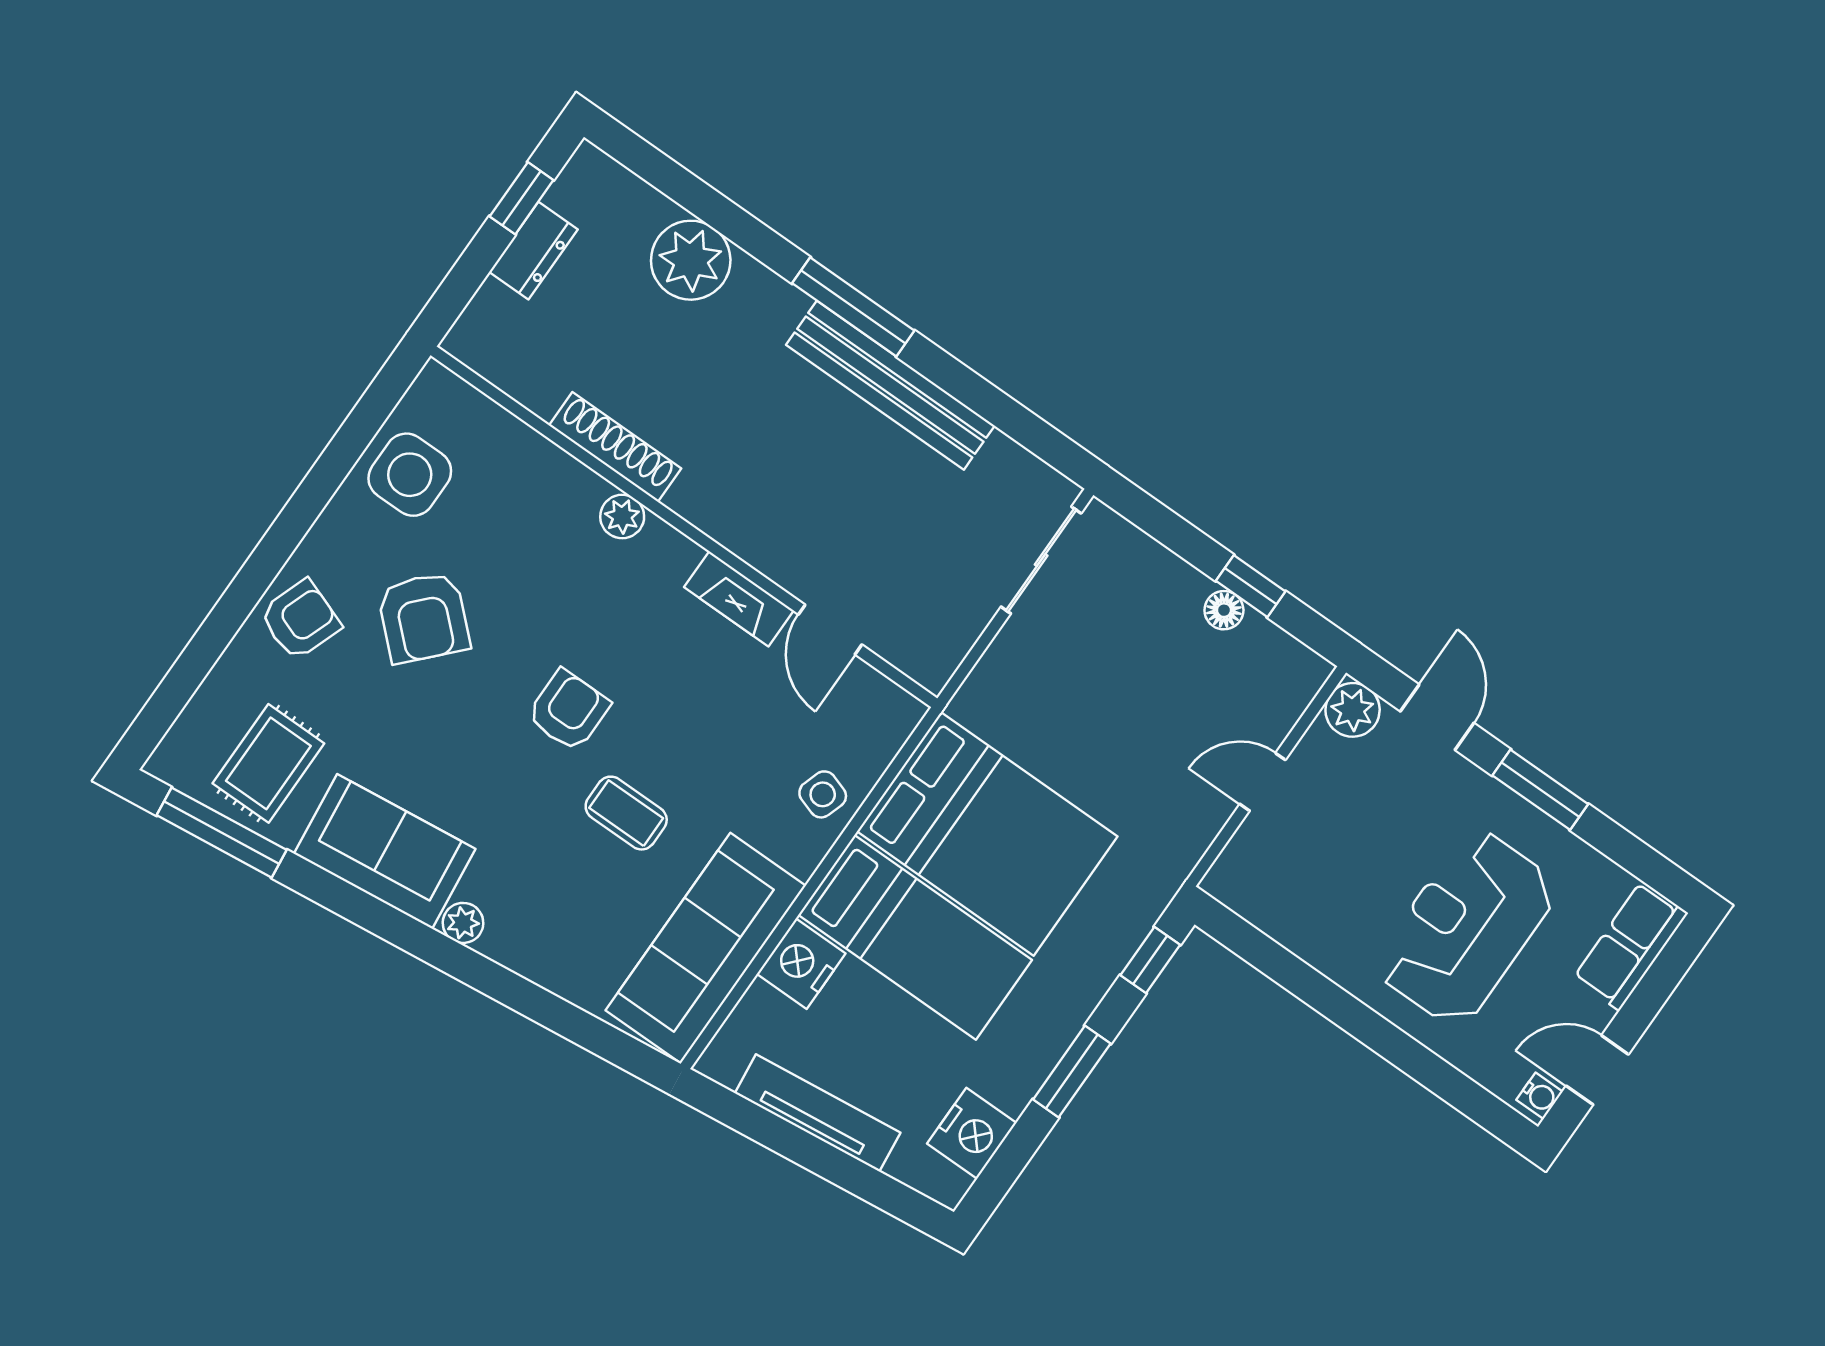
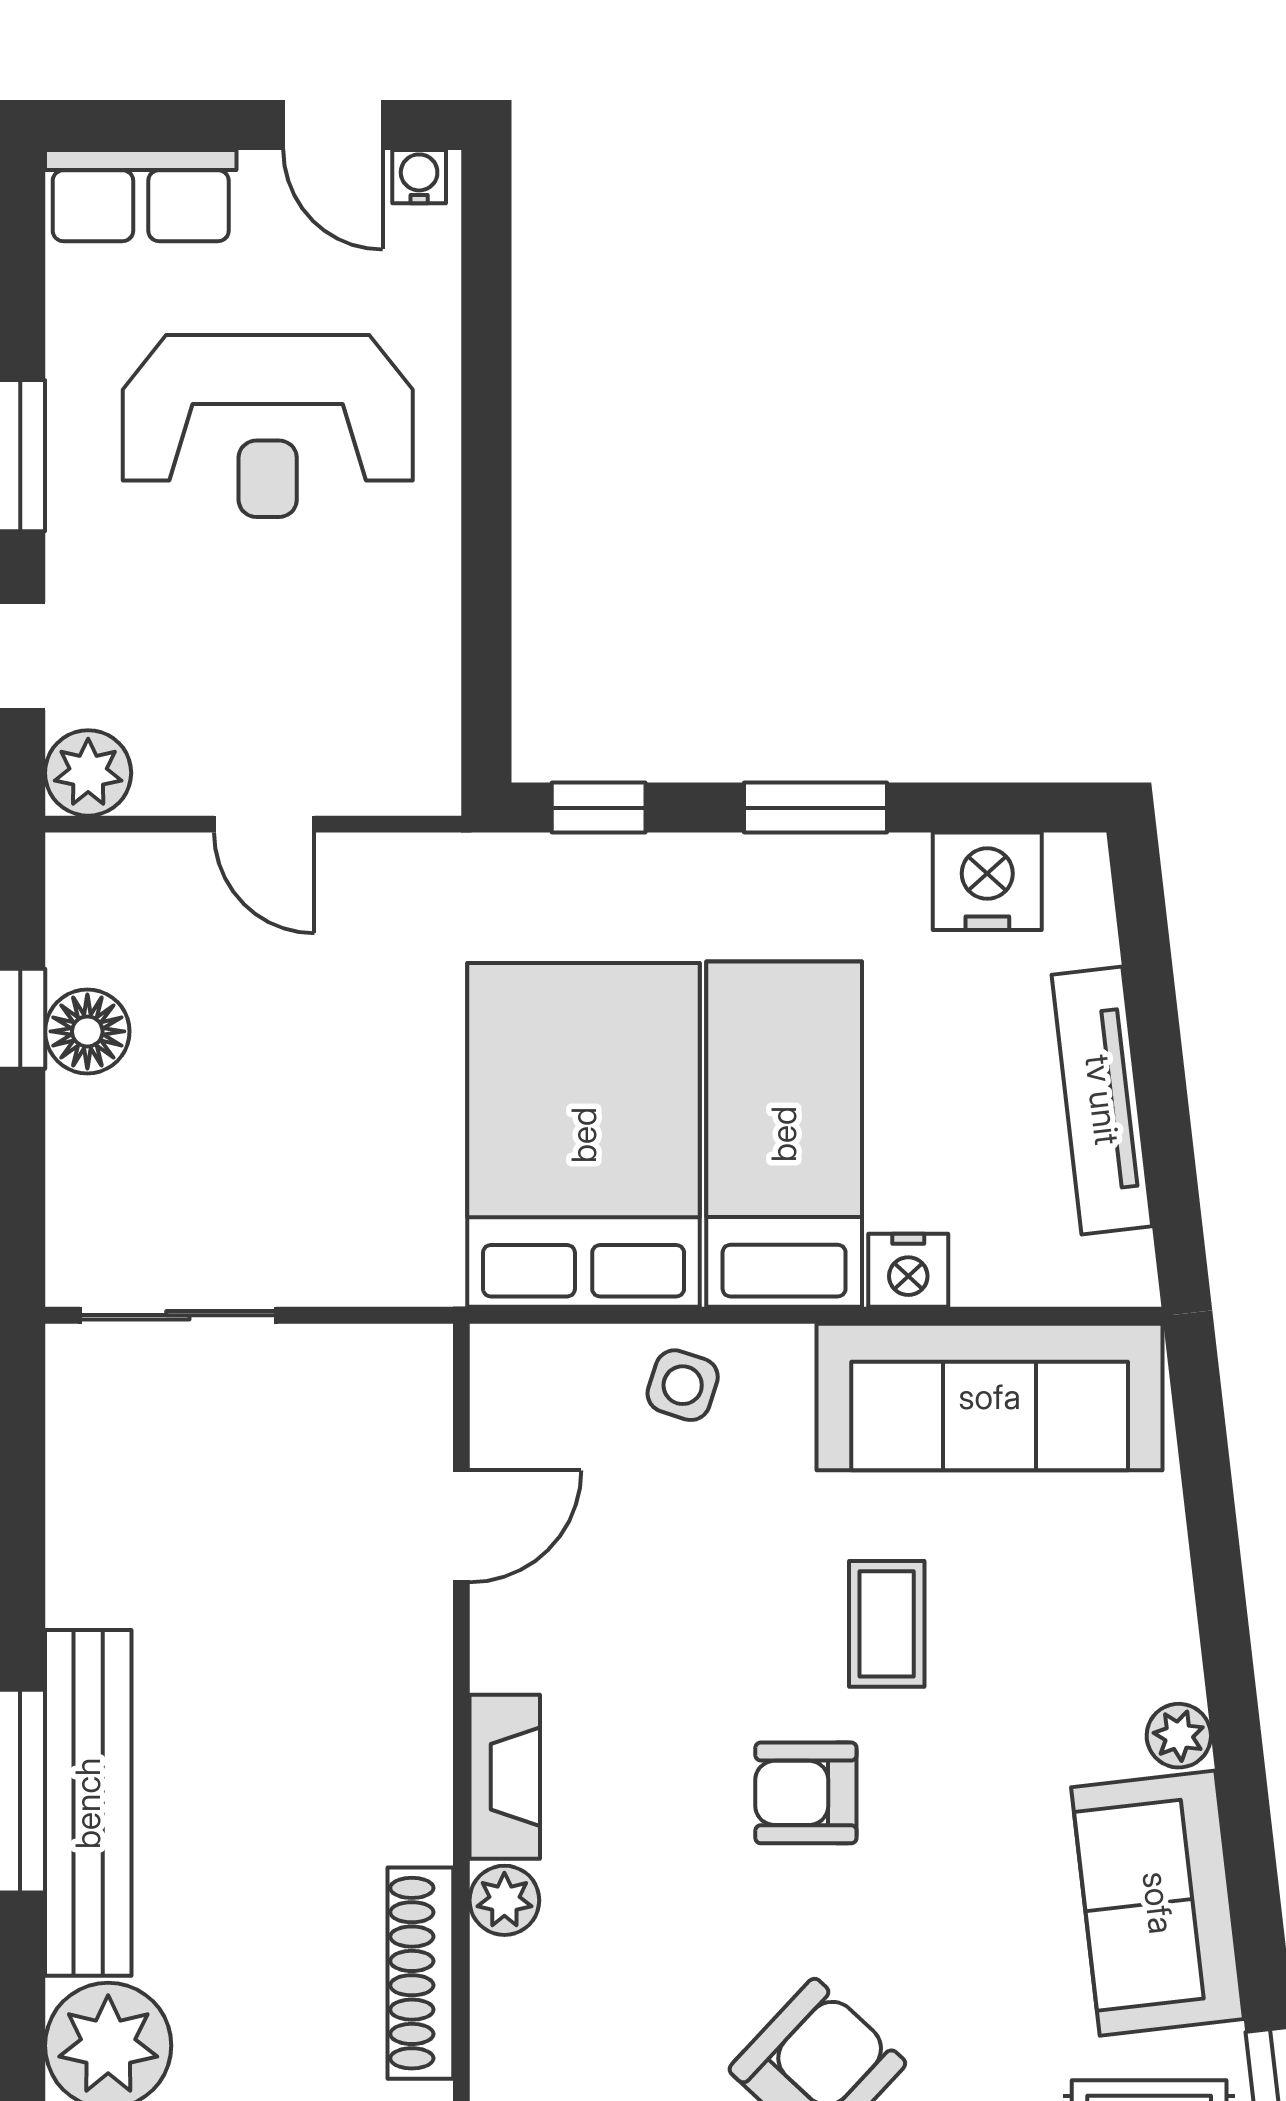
bench: (890, 385) -> (88, 1803), moved
fireplace: (739, 599) -> (505, 1777), moved
floor lamp: (1224, 610) -> (87, 1031), width x1.37, depth x1.37
nightstand: (801, 964) -> (908, 1270), width x0.74, depth x0.75

